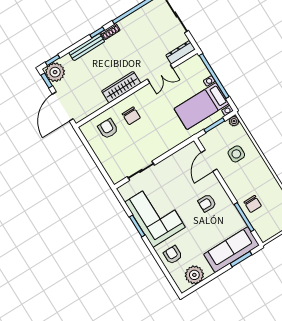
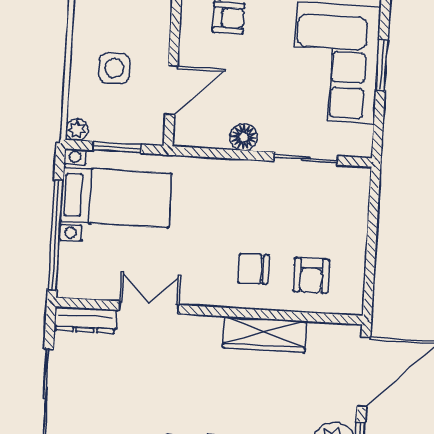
wardrobe: (121, 87) -> (264, 334), moved
chair: (131, 116) -> (253, 269), turned -90
floor lamp: (170, 162) -> (244, 137), added

